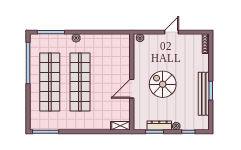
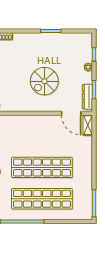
door: (132, 89) -> (71, 113), moved
bench: (204, 94) -> (54, 38), removed
dresser: (159, 126) -> (87, 97), moved

